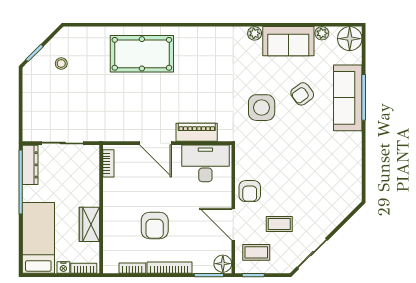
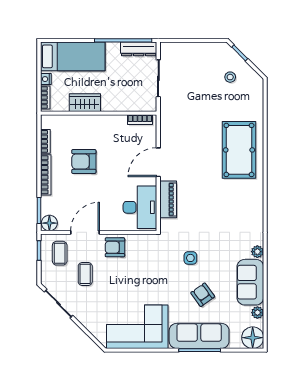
side table: (262, 108) -> (190, 258), width x0.54, depth x0.54
corner sofa: (338, 166) -> (137, 327), added

